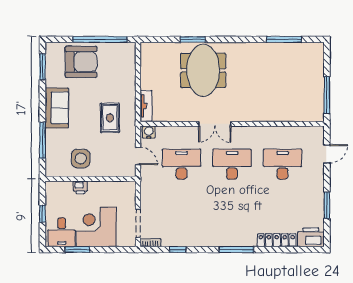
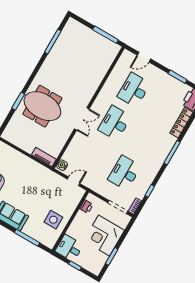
rug: (110, 118) -> (38, 185), removed
door: (327, 154) -> (144, 57), swing flipped
desk: (182, 164) -> (124, 173), moved
printer: (80, 187) -> (86, 207), moved
desk: (62, 232) -> (69, 248), moved, turned 180

